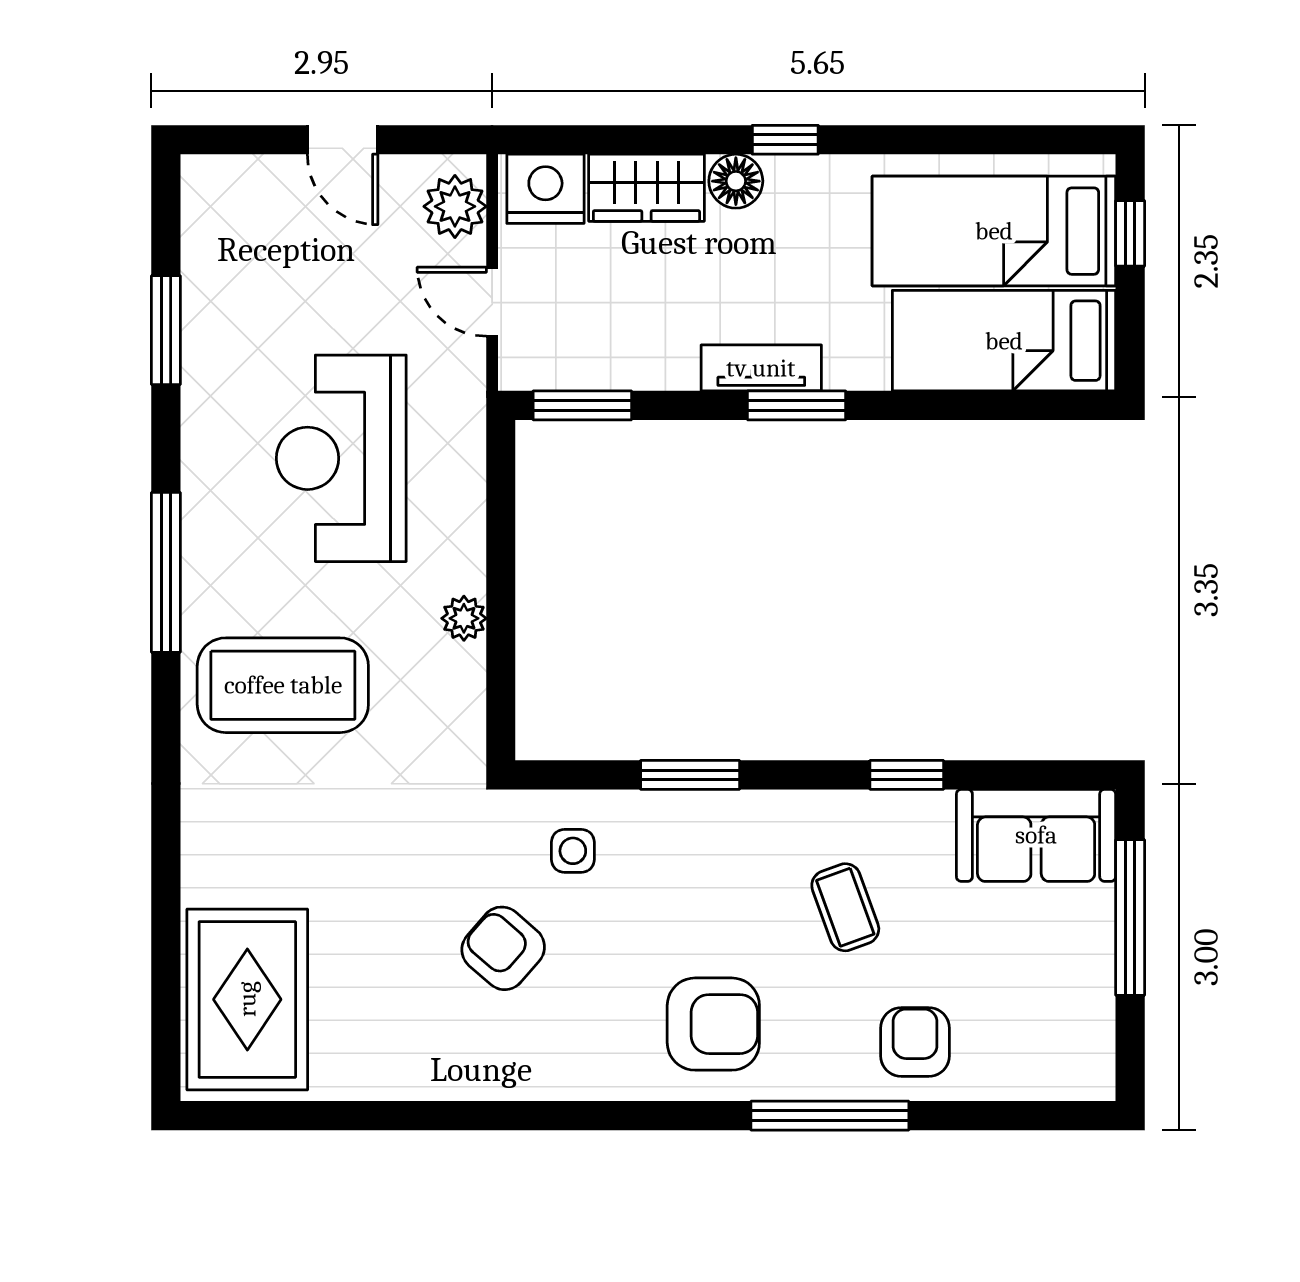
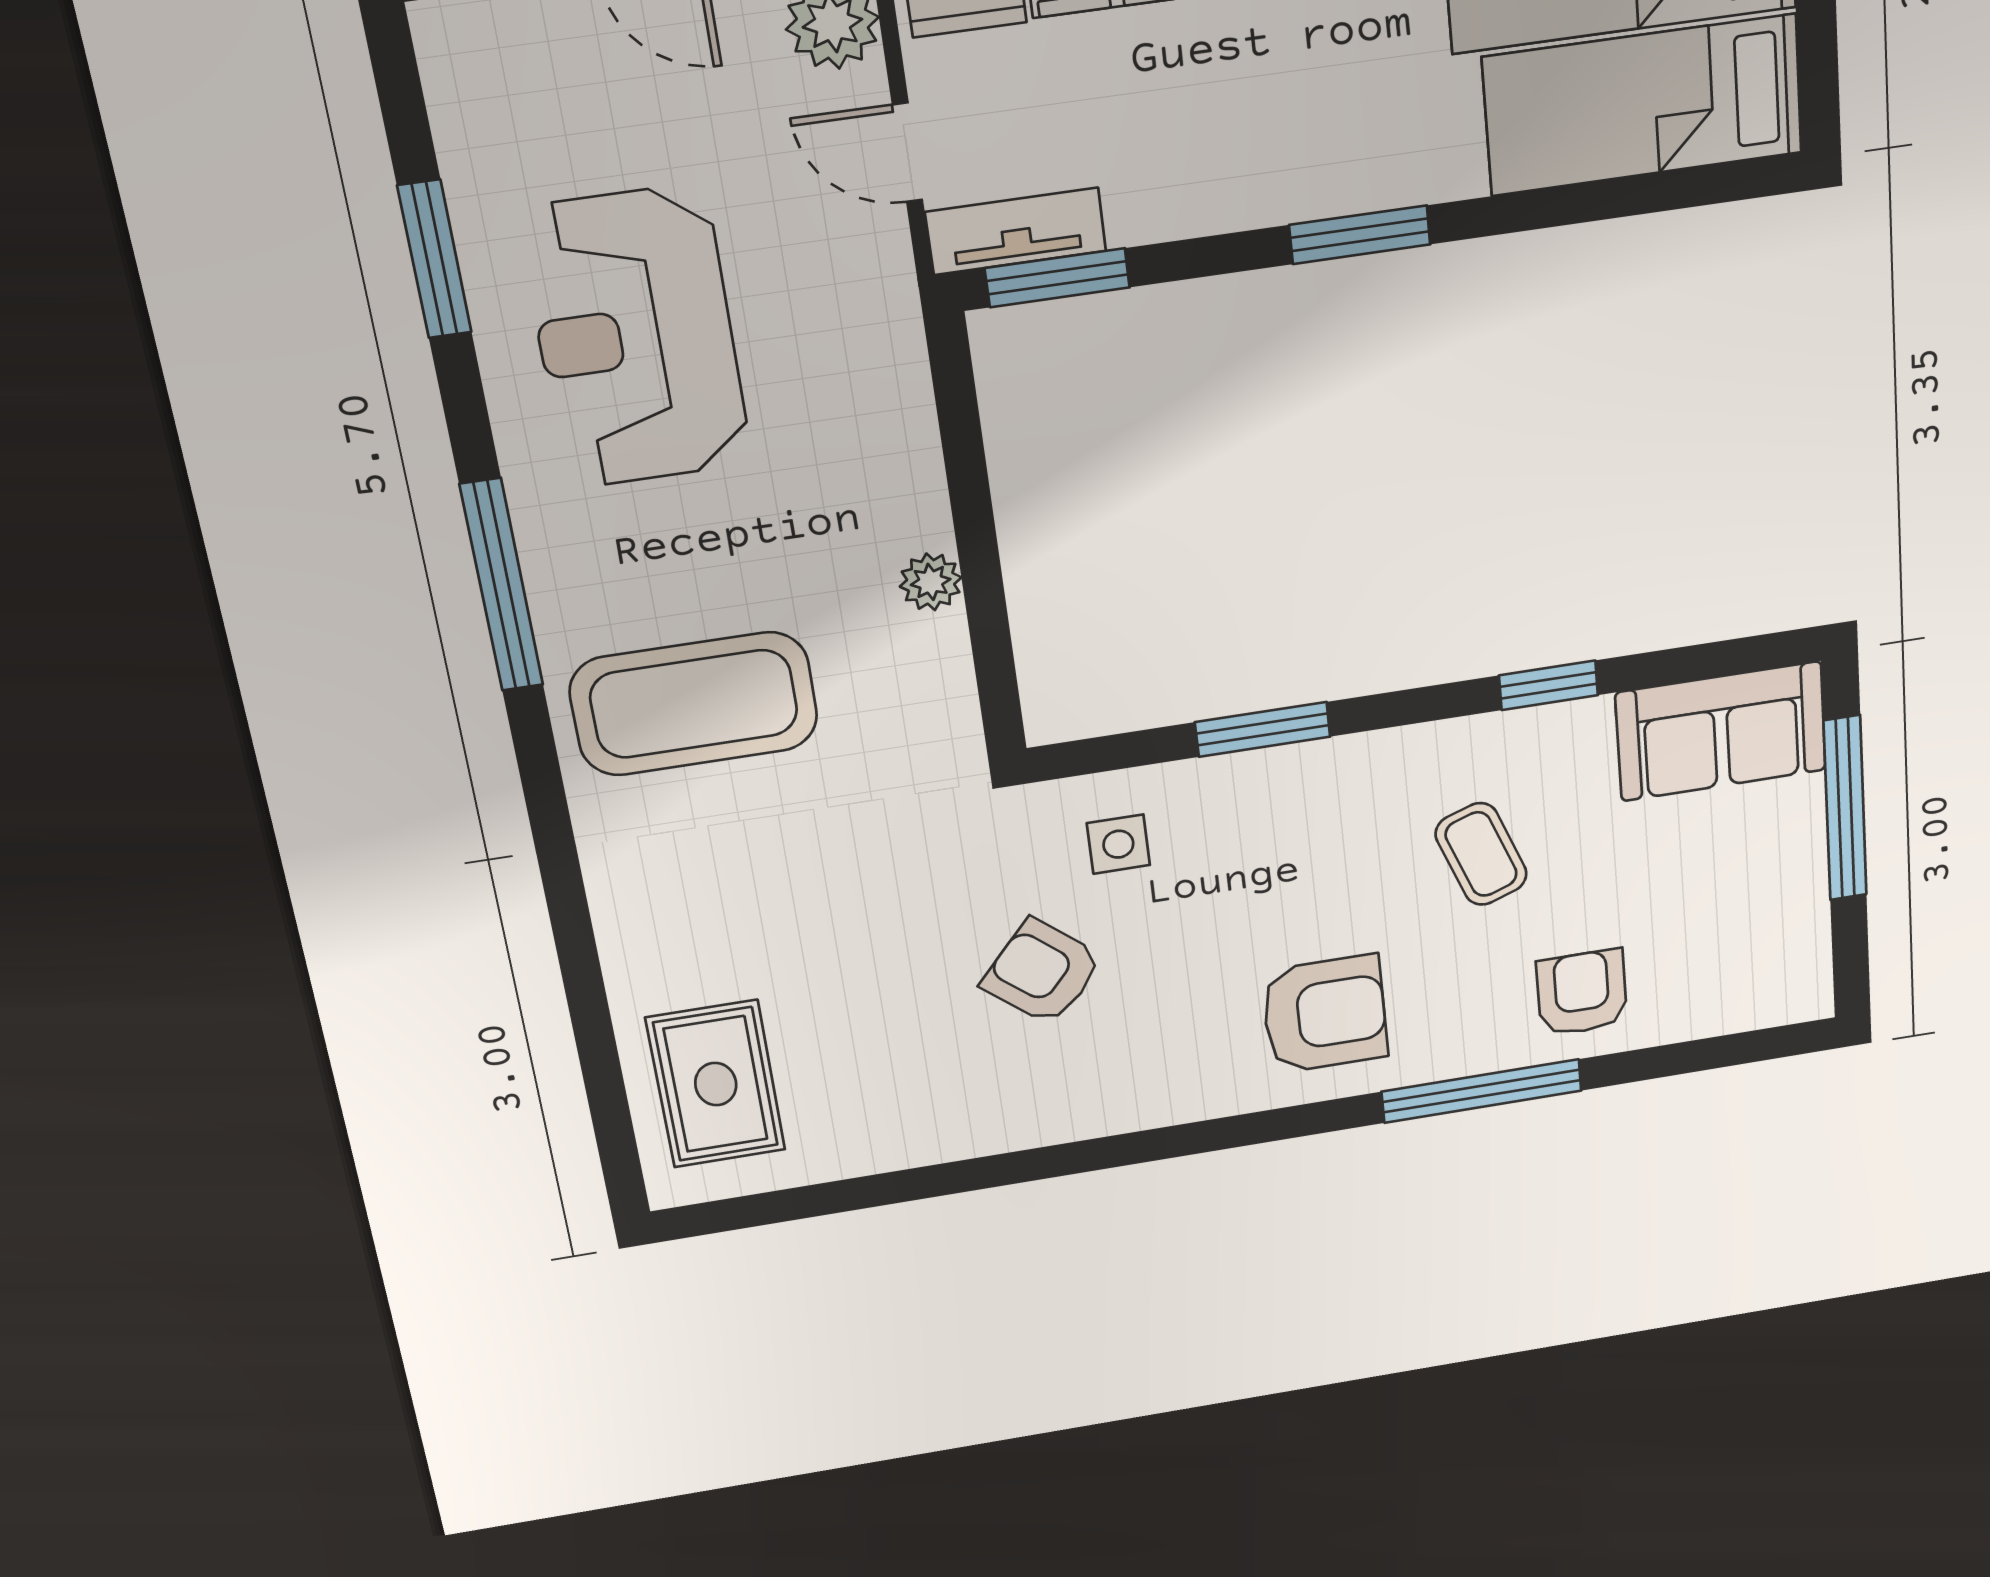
tv unit: (761, 368) -> (1016, 231), moved
reception desk: (341, 458) -> (636, 338), moved
rug: (247, 999) -> (716, 1084), width x0.73, depth x0.70

